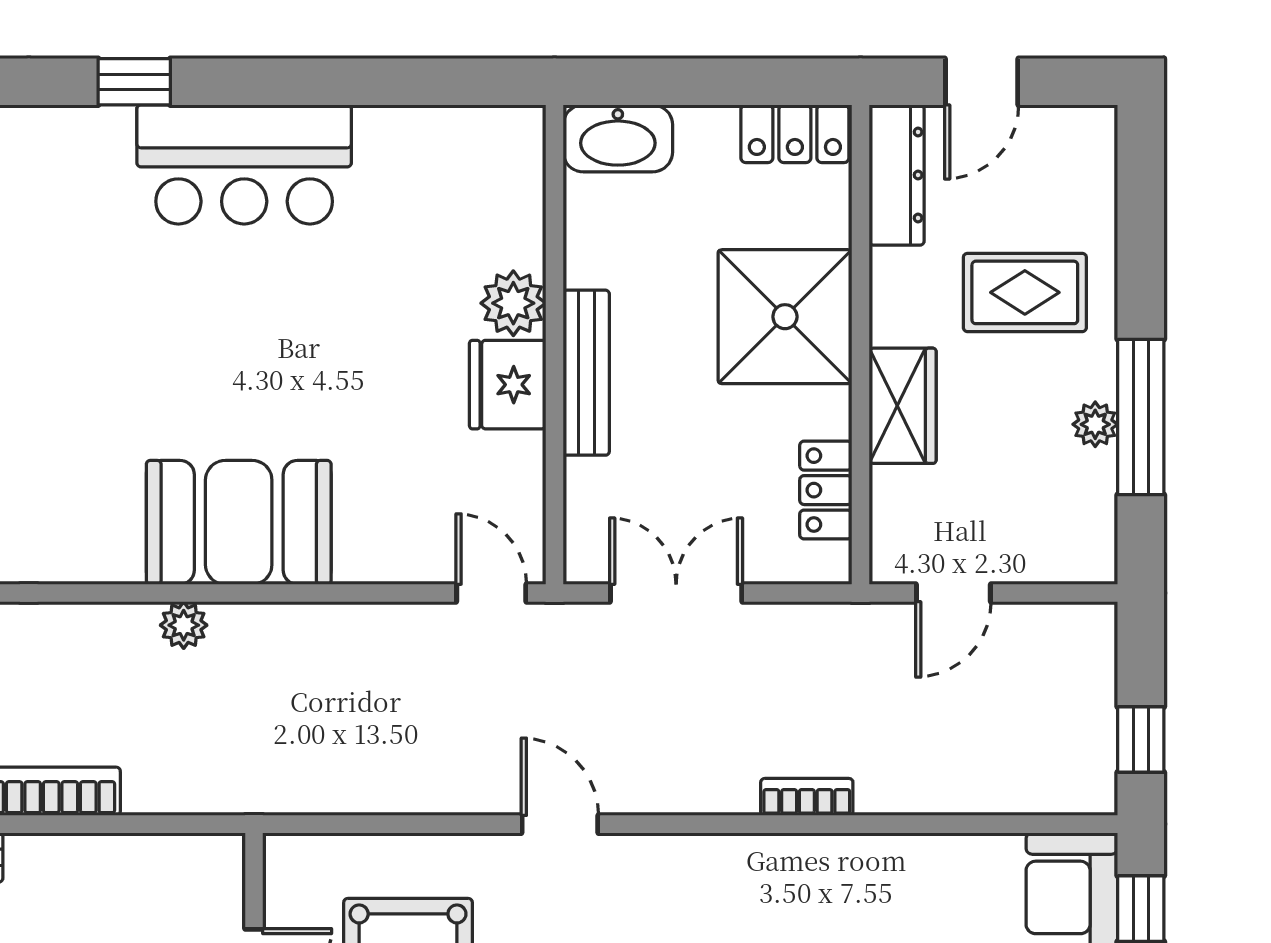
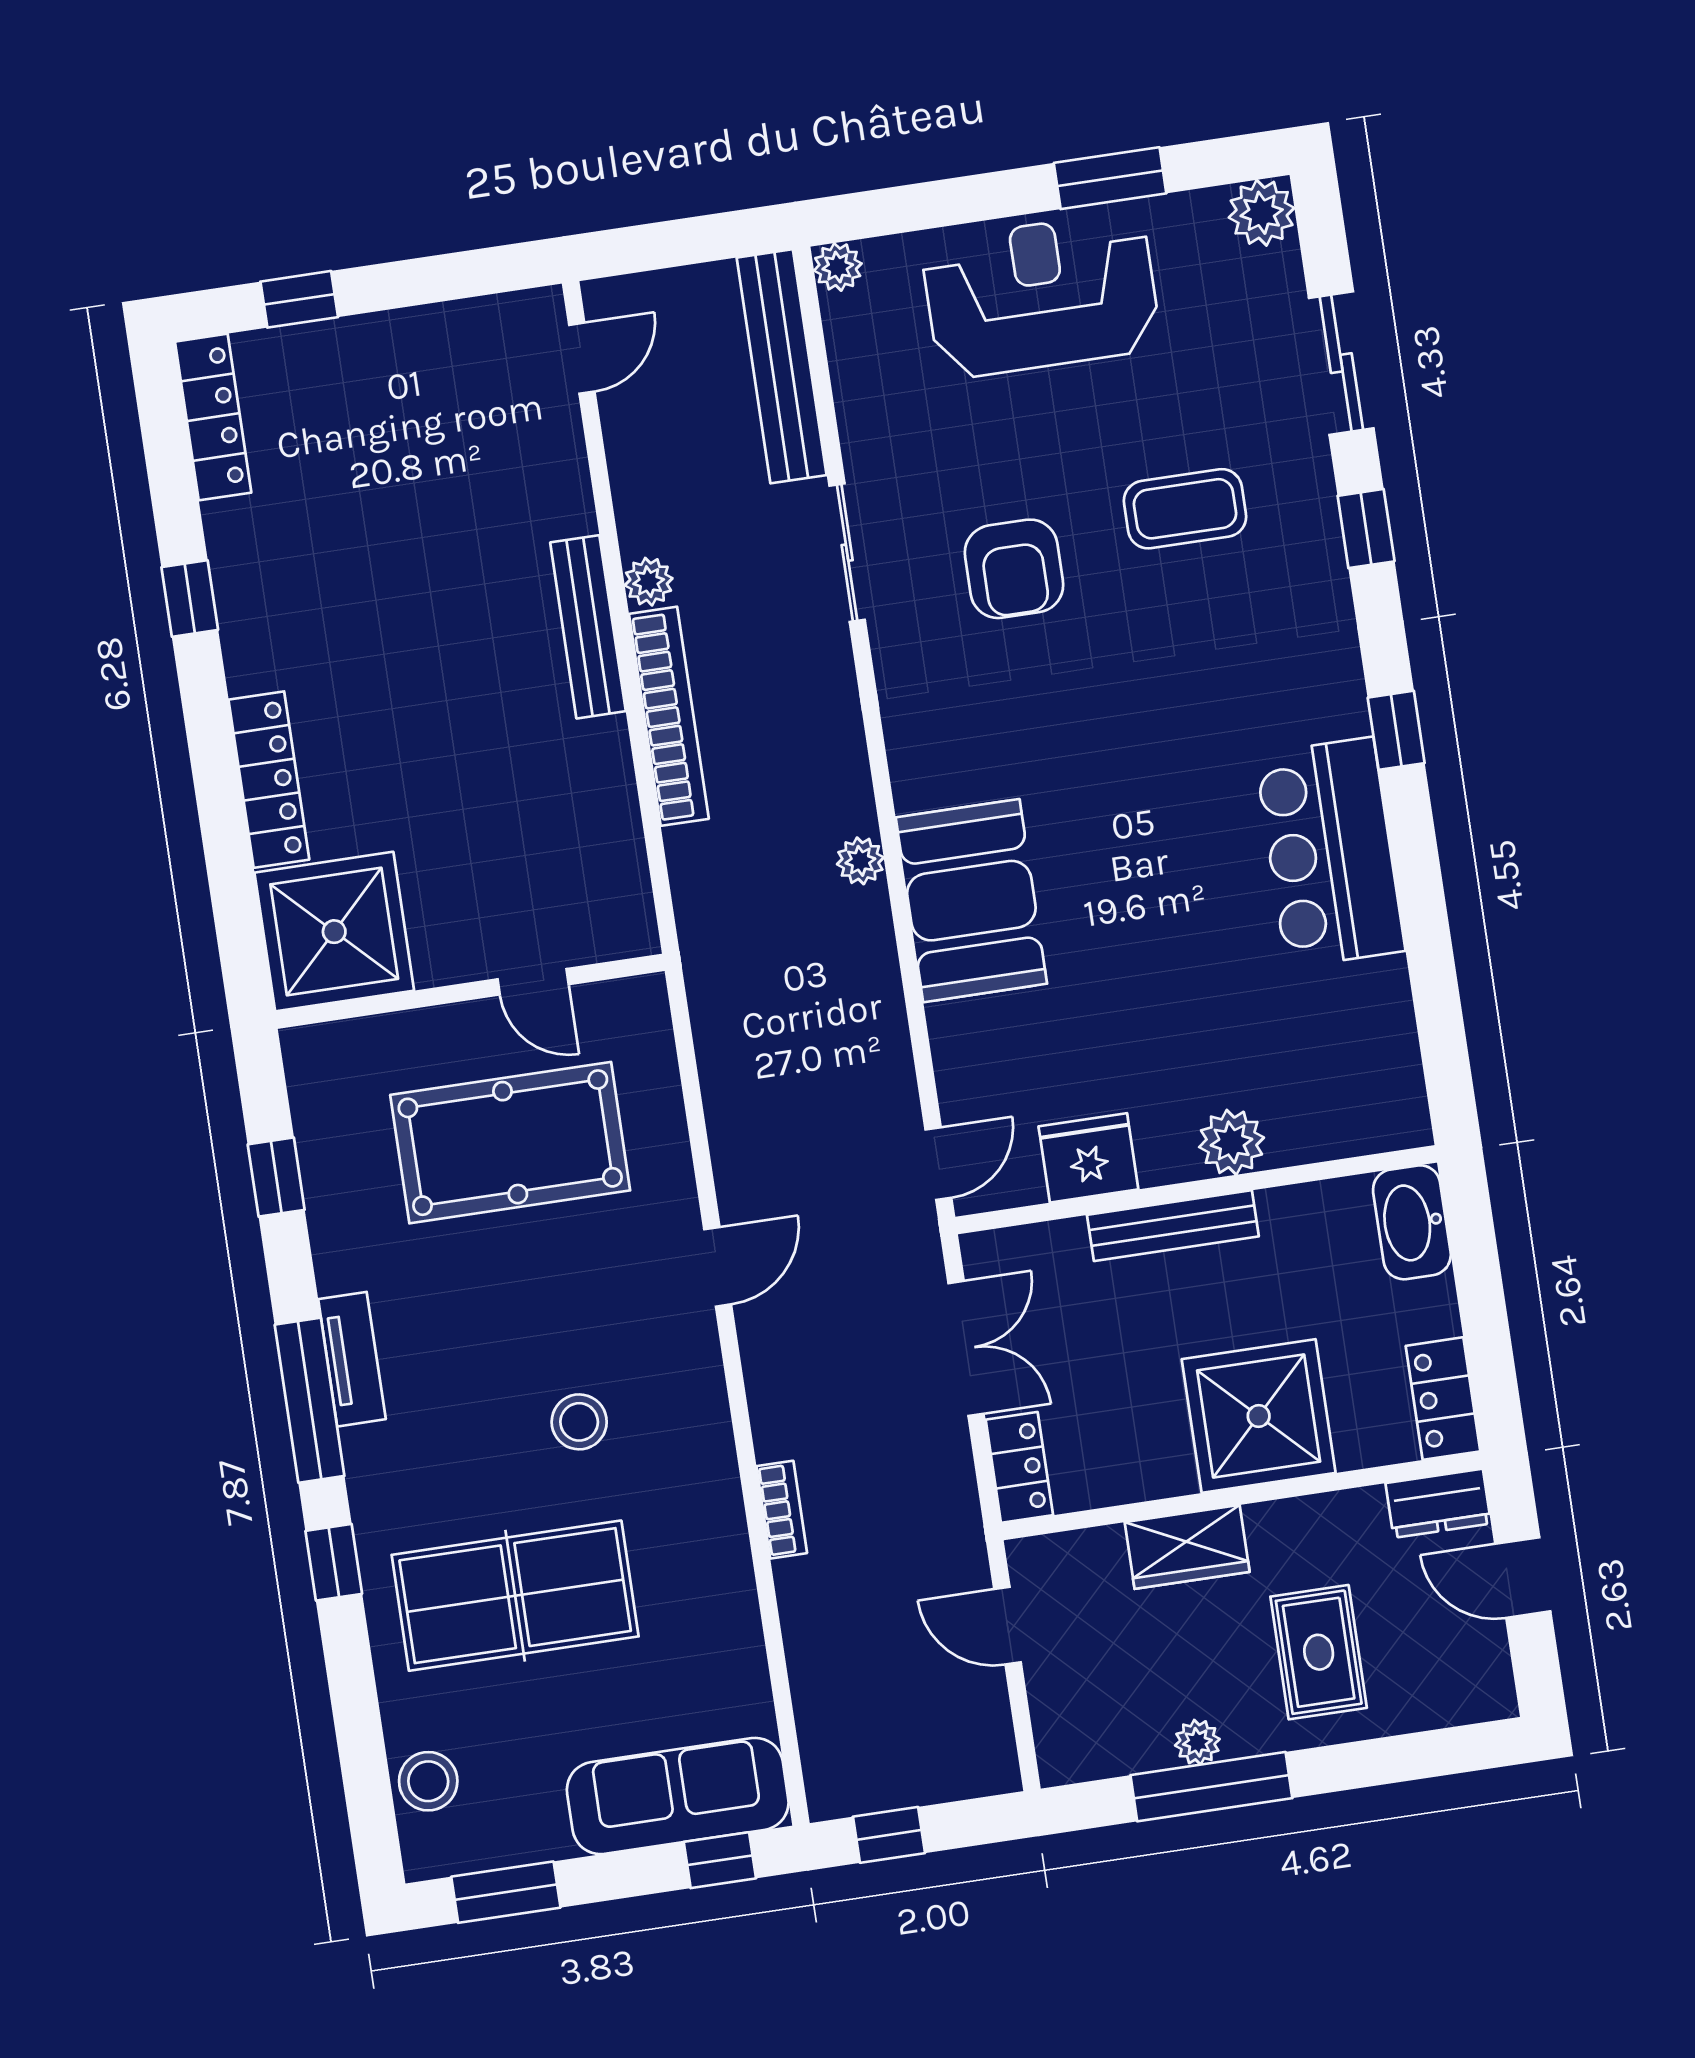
dresser: (897, 175) -> (1438, 1503), width x0.70
fridge: (508, 385) -> (1088, 1158), moved
locker: (826, 490) -> (1019, 1467), moved, turned 90

